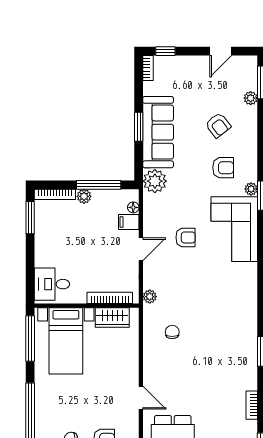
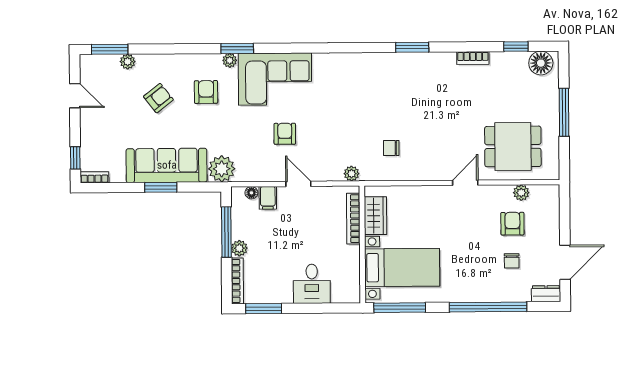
desk: (52, 284) -> (312, 284), moved

